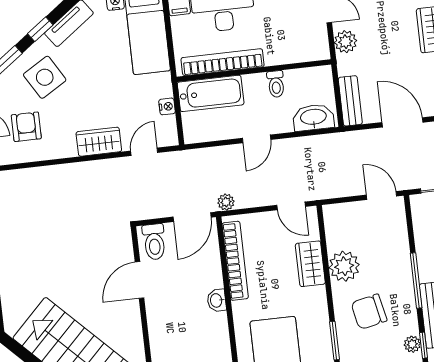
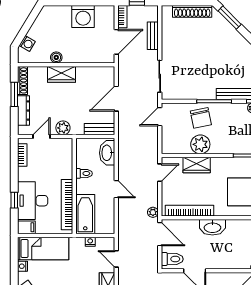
washbasin: (217, 300) -> (212, 227), width x1.91, depth x1.45
chair: (369, 312) -> (201, 118), moved

